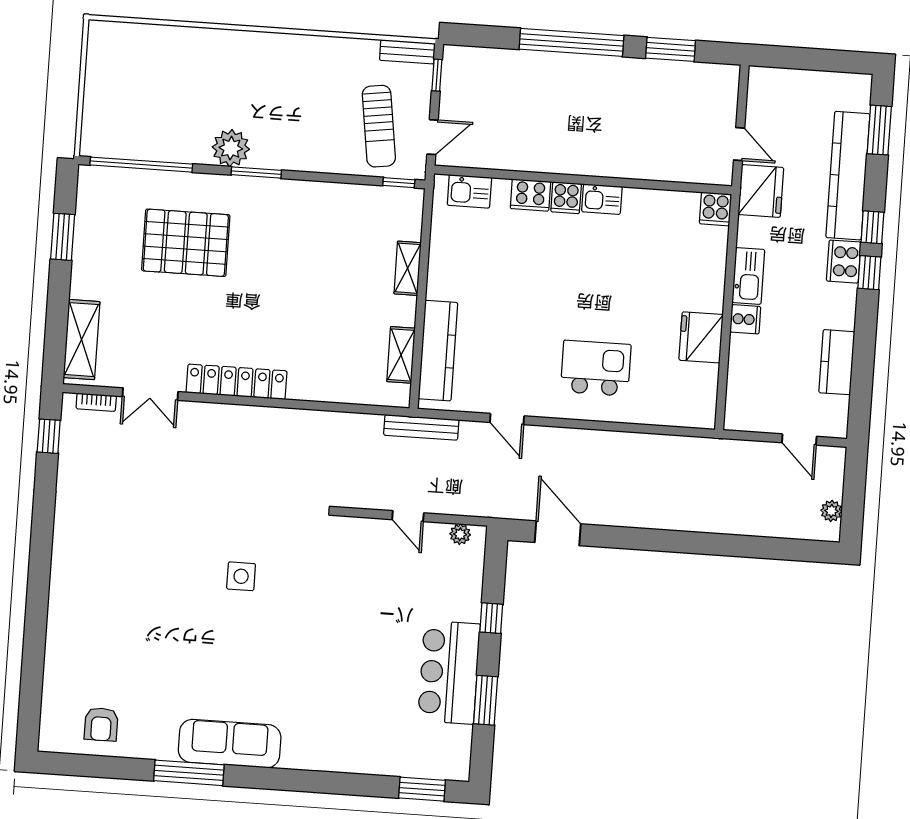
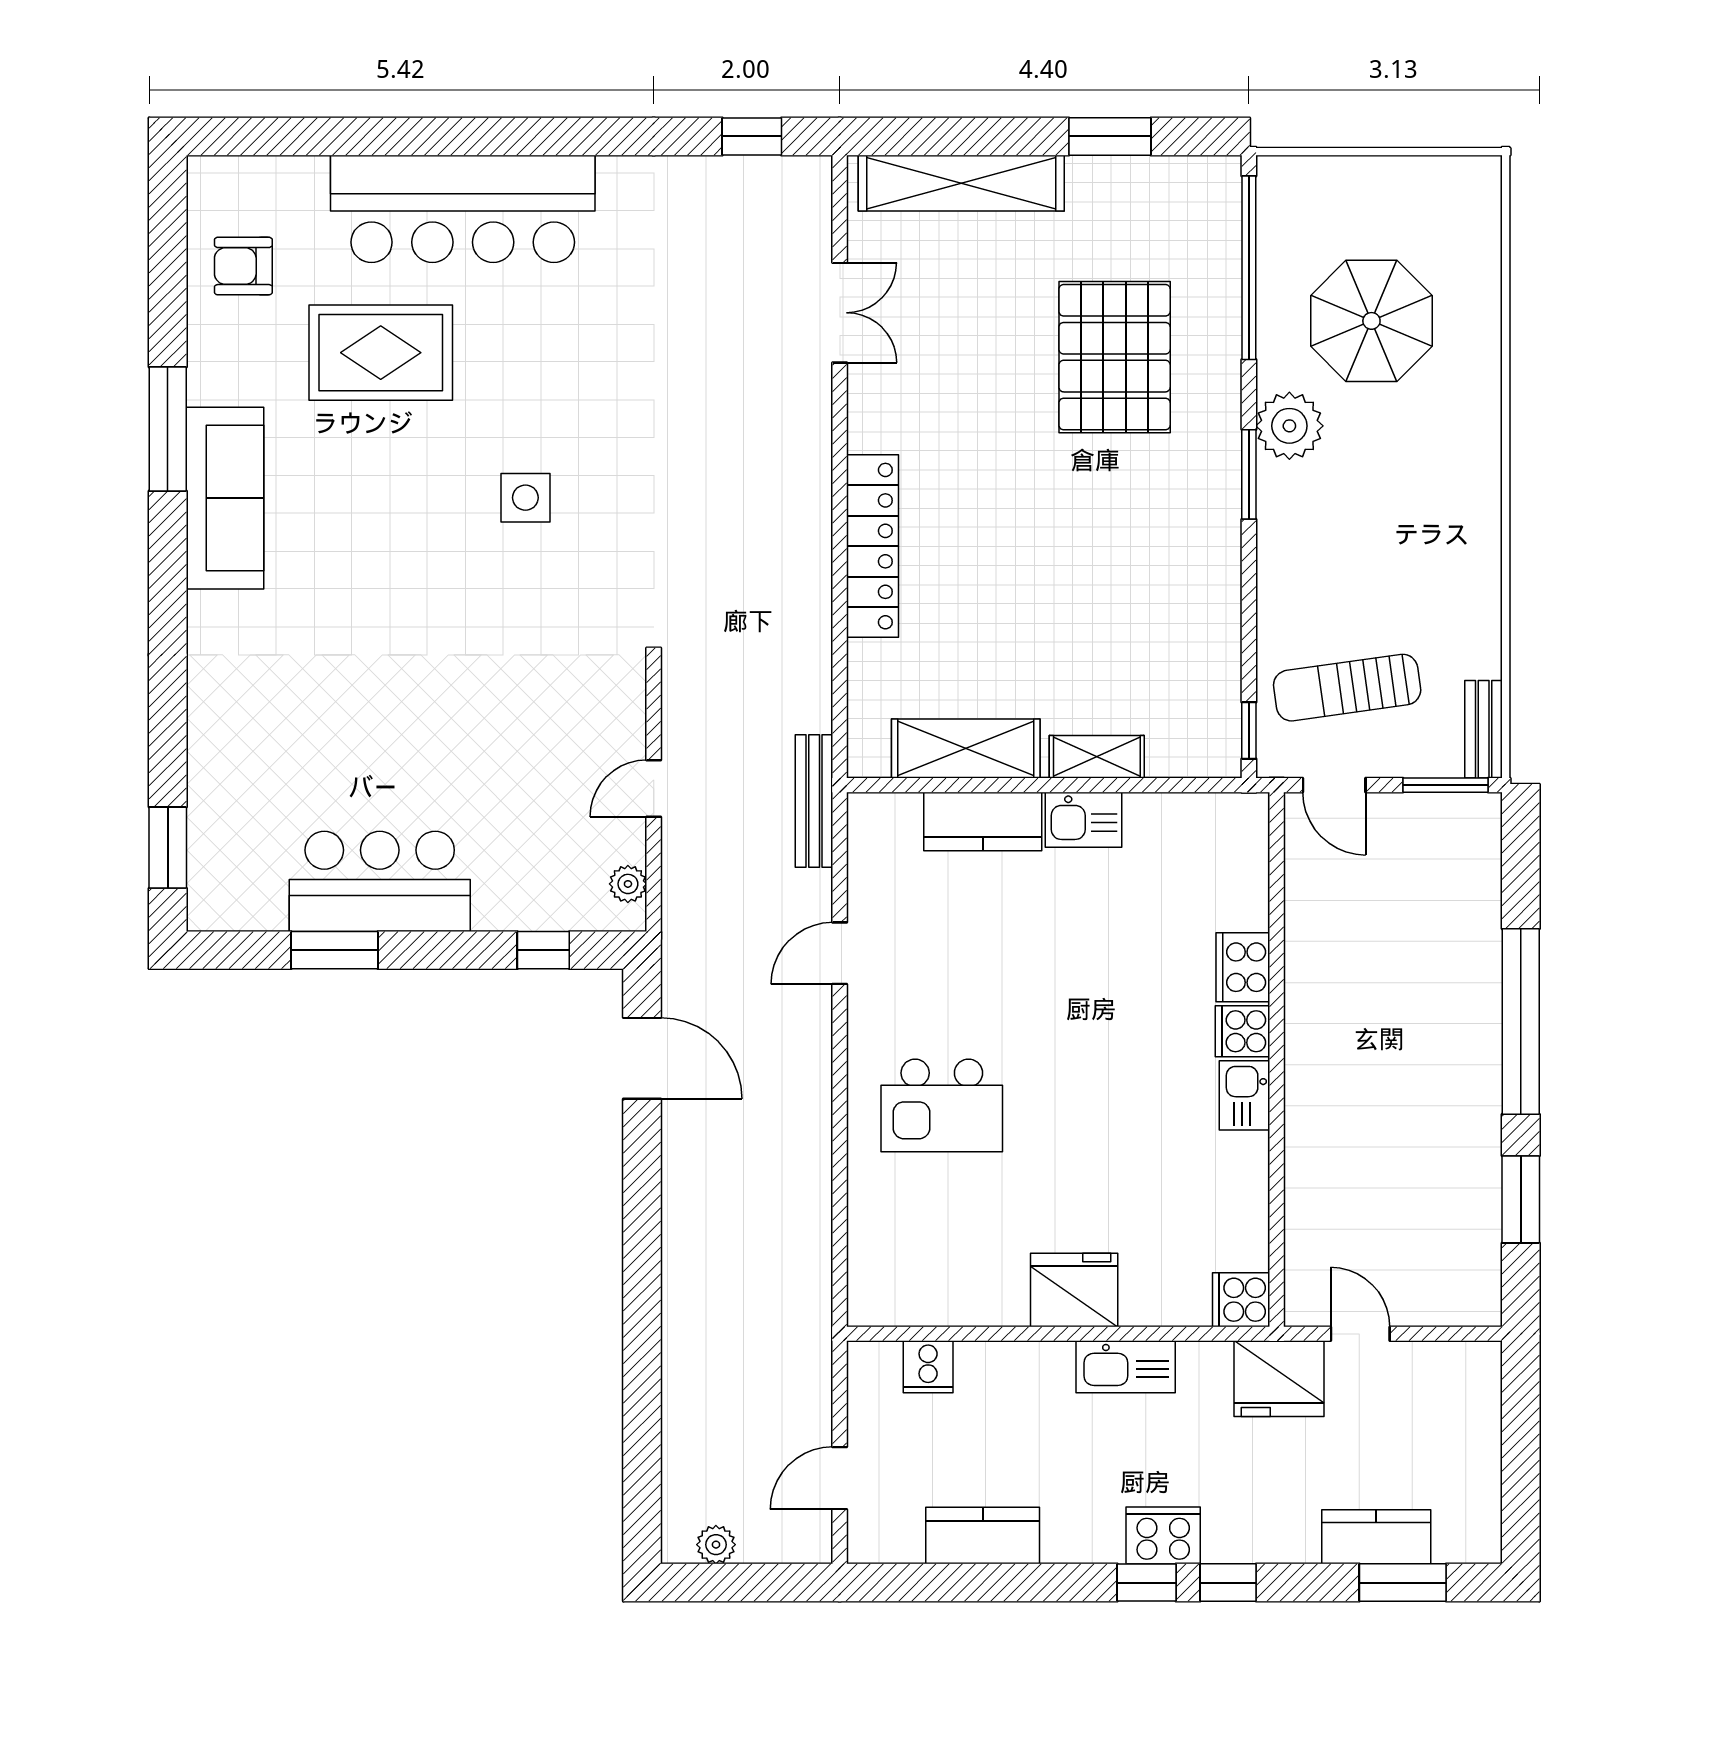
window: (437, 75) -> (1446, 785), width x1.50
parasol: (176, 98) -> (1371, 321), added
door: (739, 144) -> (1360, 1334), swing flipped
kitchen counter: (848, 176) -> (1376, 1537), width x0.48, depth x0.86
kitchen sink: (469, 191) -> (1084, 820), moved, turned -90
cooker: (745, 319) -> (928, 1367), moved
fridge: (701, 337) -> (1074, 1290), moved
shelving: (82, 340) -> (961, 183), width x1.47
kitchen counter: (438, 351) -> (983, 822), width x0.67
shelving: (401, 355) -> (966, 748), width x1.50, depth x1.33
kitchen island: (596, 368) -> (942, 1105), turned 90
locker: (237, 382) -> (872, 546), moved
double door: (150, 394) -> (840, 313), swing flipped
bookcase: (96, 402) -> (818, 217), removed
door: (558, 533) -> (642, 1058), hinge flipped
bar counter: (78, 600) -> (463, 209), added
window: (491, 618) -> (543, 950), moved
rug: (155, 651) -> (381, 353), added

